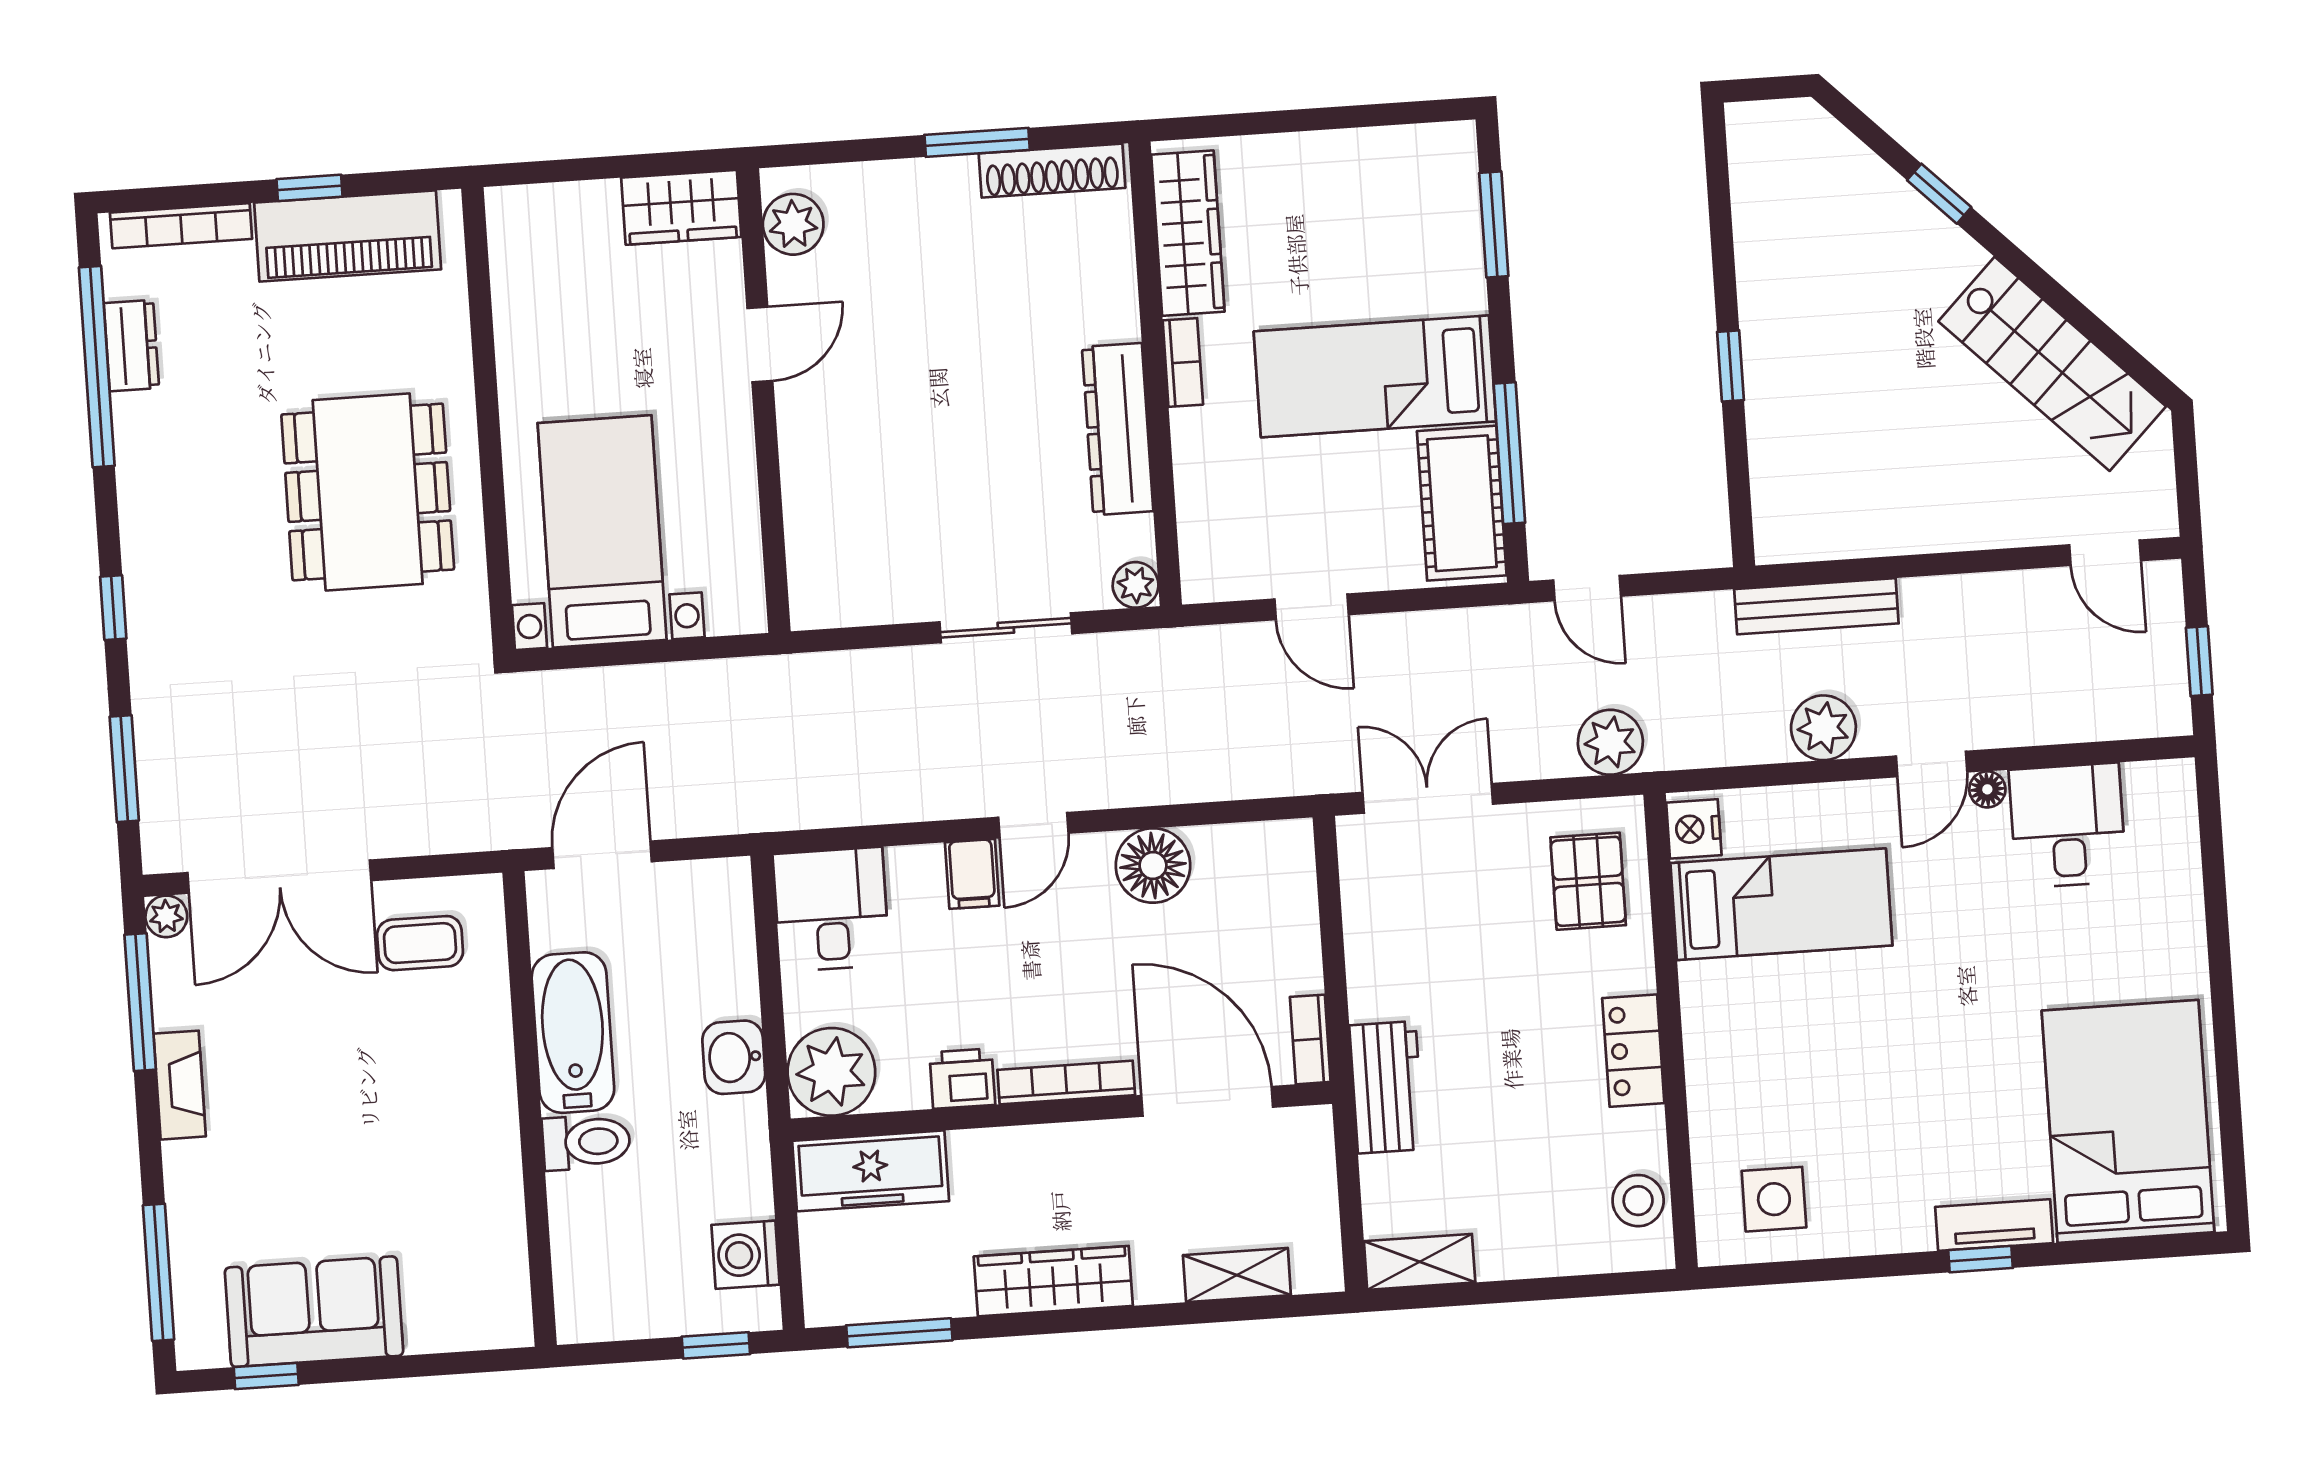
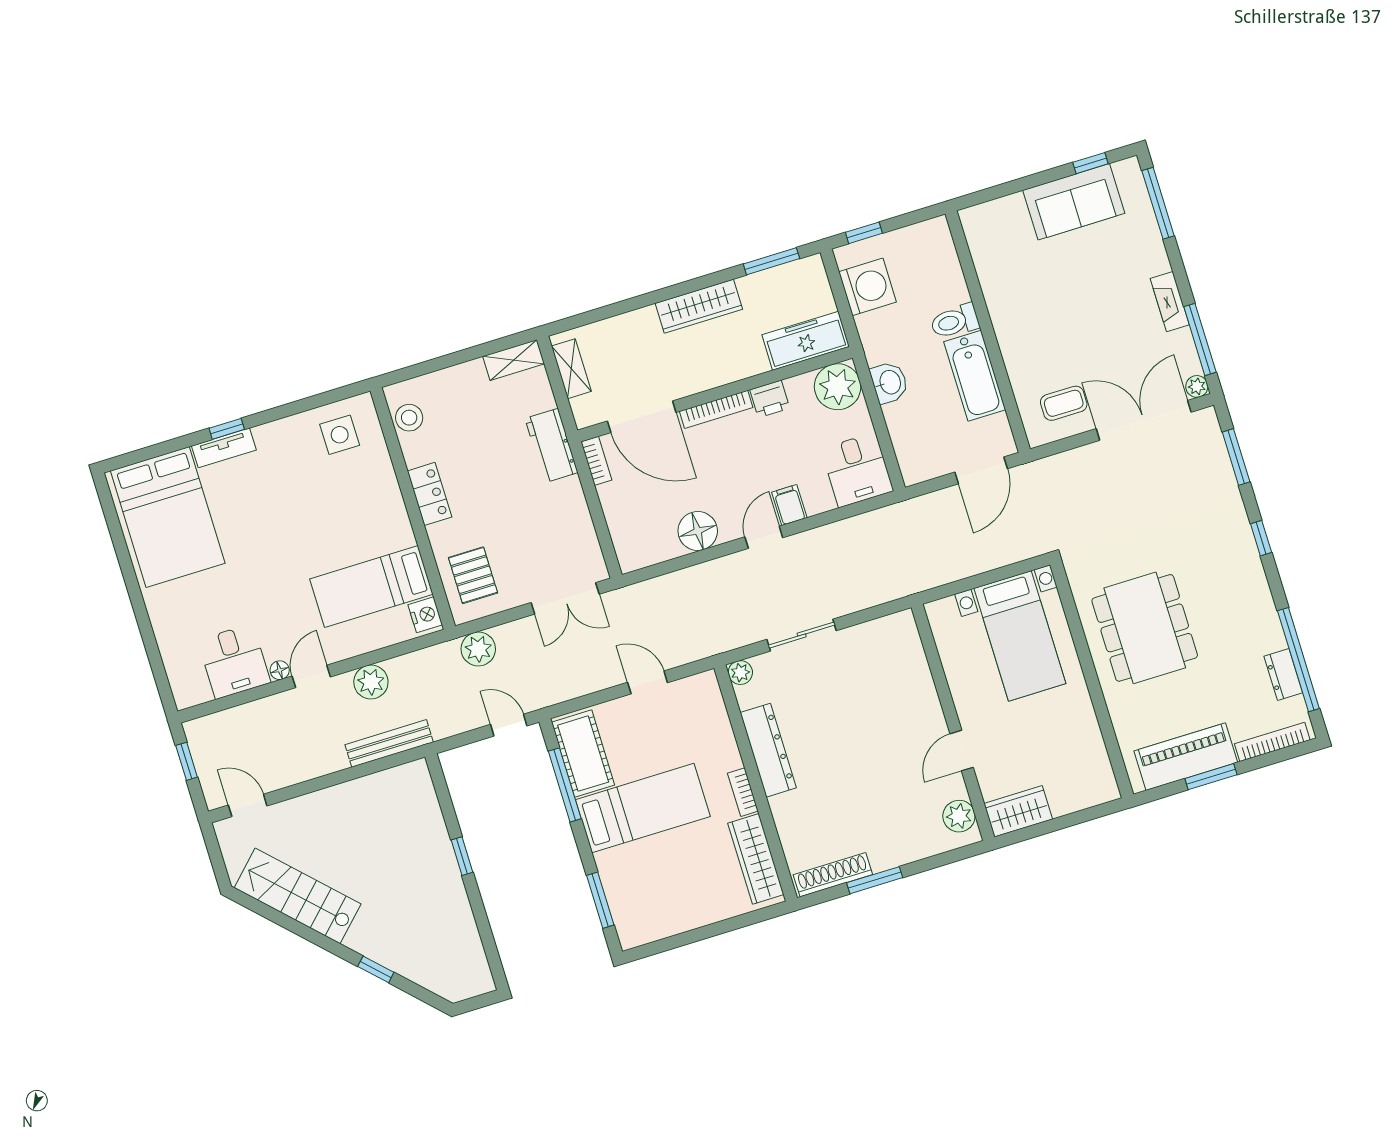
window: (310, 188) -> (1211, 777), width x1.50
washing machine: (745, 1255) -> (867, 287), width x1.37, depth x1.37
shelving: (1237, 1275) -> (571, 369), moved, turned 90

